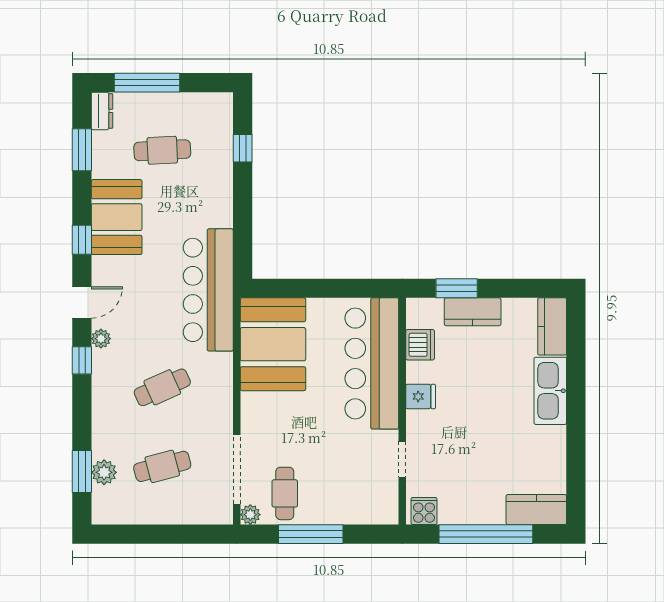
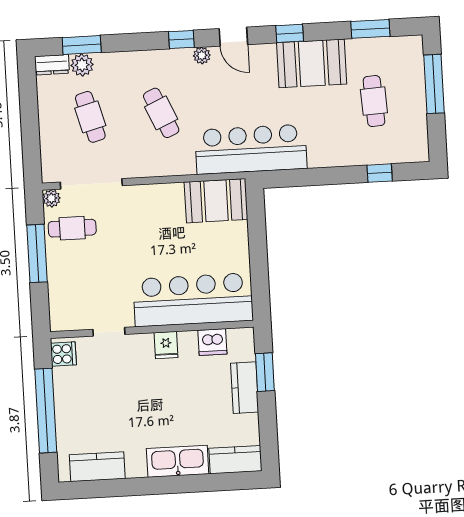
dresser: (102, 111) -> (52, 65), moved
booth: (273, 344) -> (216, 201), width x0.73, depth x0.70
kitchen counter: (536, 510) -> (97, 467), moved, turned -90

